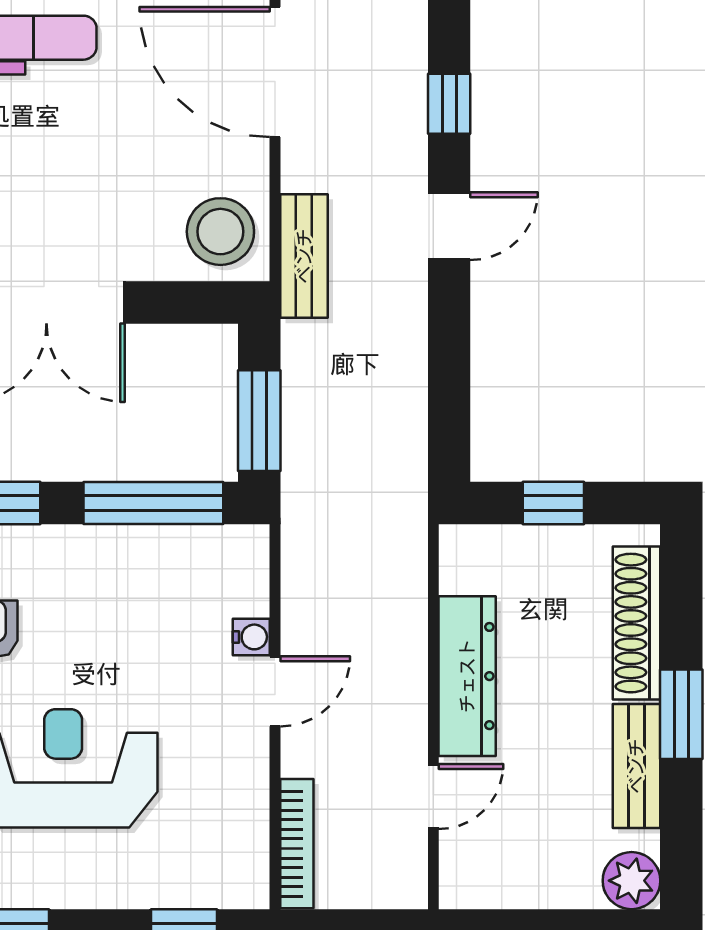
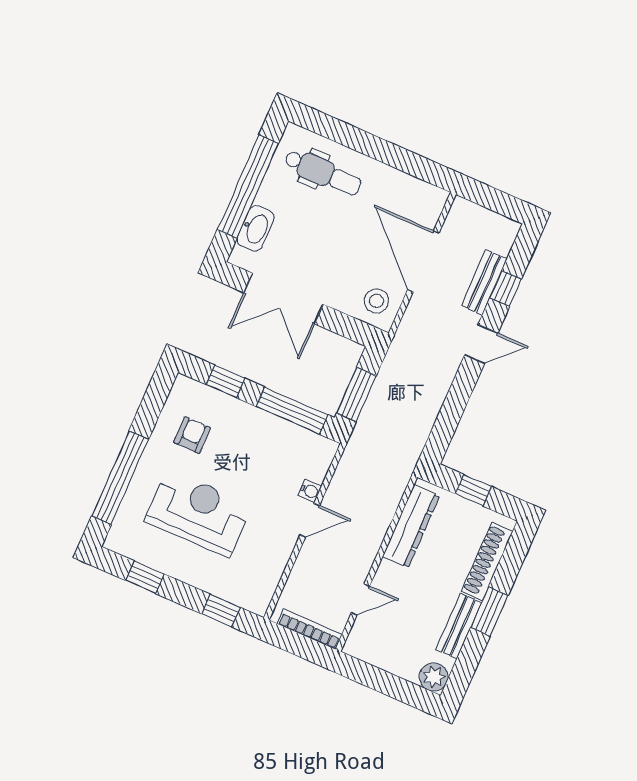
door: (275, 72) -> (423, 261), moved
stool: (220, 232) -> (376, 301), width x0.73, depth x0.73
bench: (304, 256) -> (484, 282), moved
dresser: (467, 676) -> (411, 526), moved
bookcase: (297, 844) -> (310, 629), moved, turned -90

